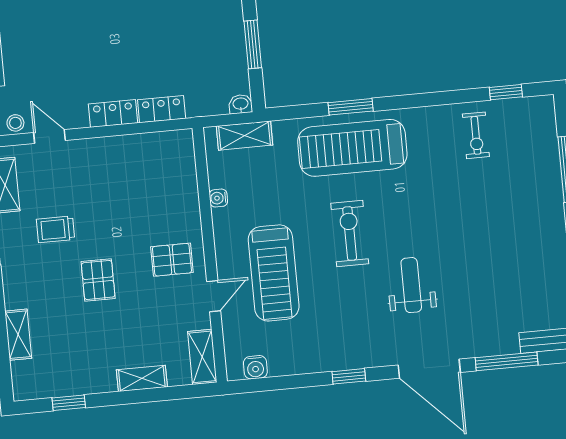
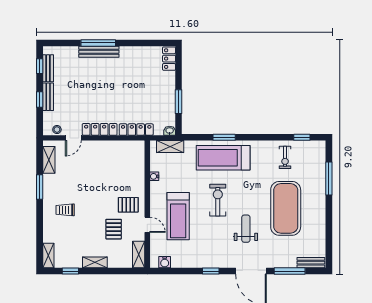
locker: (162, 109) -> (136, 130), width x1.53
locker: (113, 113) -> (100, 129), width x1.53
door: (49, 137) -> (73, 138), swing flipped
trolley: (56, 229) -> (65, 210), moved
exercise mat: (487, 237) -> (286, 208), added
pallet: (98, 280) -> (114, 229), moved
door: (214, 296) -> (147, 225), hinge flipped
shelving: (18, 335) -> (48, 256), moved
shelving: (142, 378) -> (95, 262), moved

